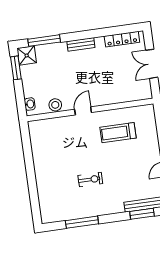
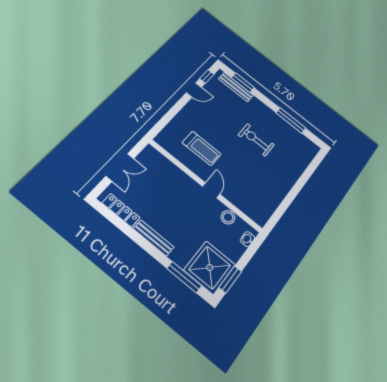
bench: (81, 44) -> (153, 238), width x1.36
shower: (27, 56) -> (210, 267), width x1.86, depth x1.86
door: (83, 111) -> (211, 190), swing flipped
exercise bike: (90, 179) -> (256, 140), width x1.38, depth x1.39

